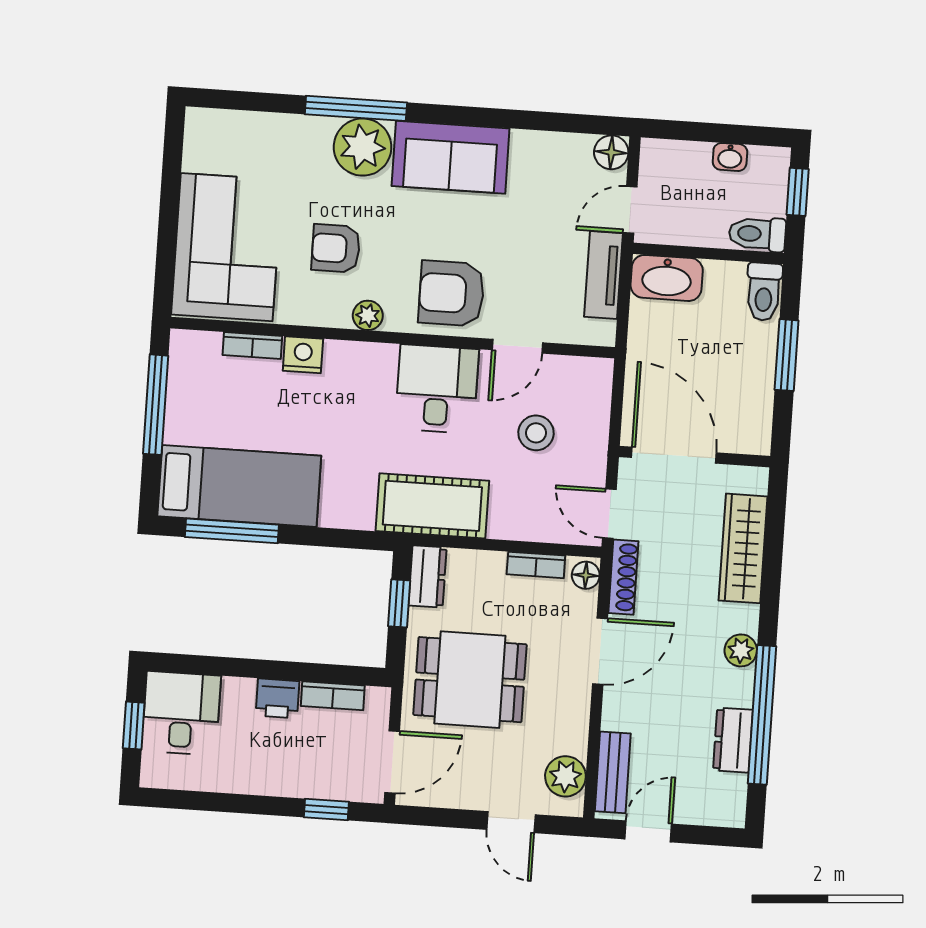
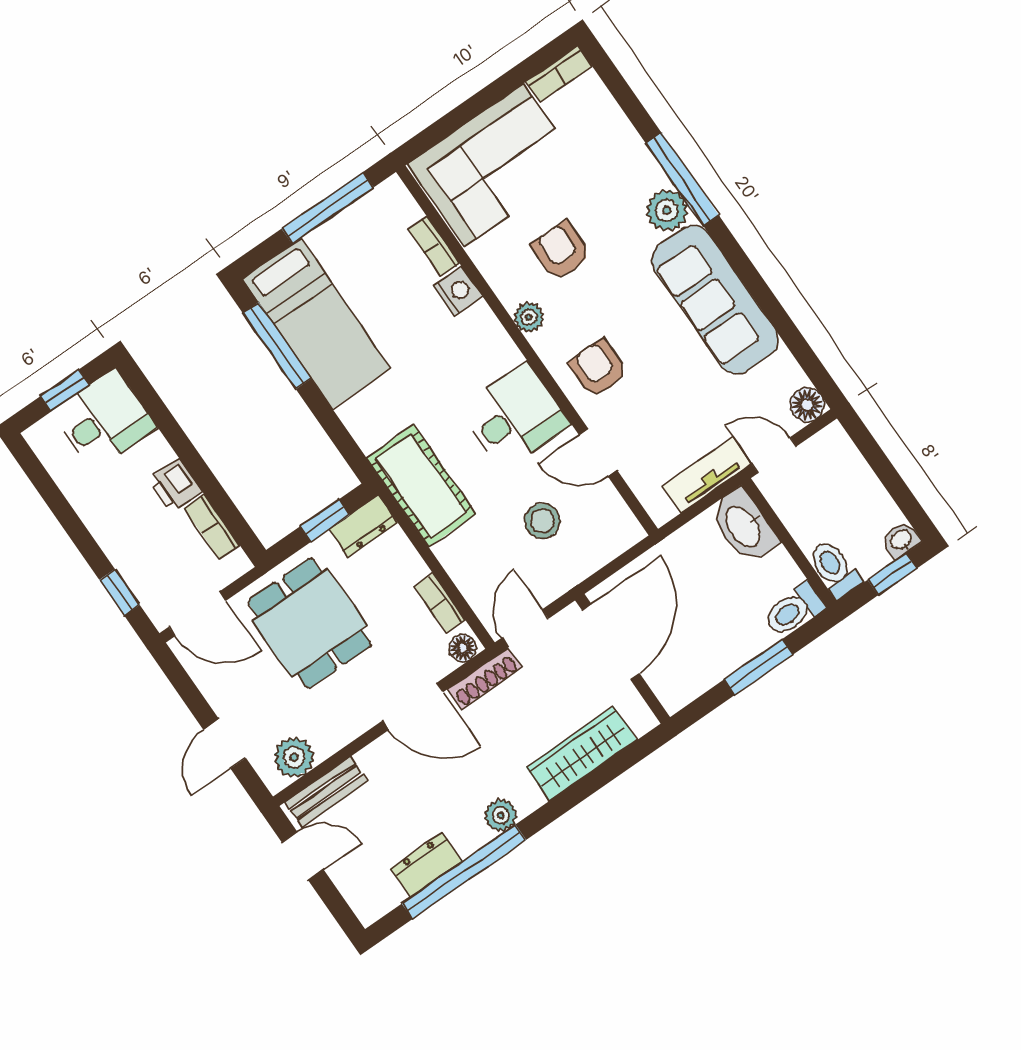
bookcase: (196, 139) -> (559, 74), added
plant: (363, 147) -> (667, 210), width x0.73, depth x0.73
sofa: (451, 157) -> (715, 300), width x1.36
washbasin: (730, 157) -> (901, 540), moved, turned 90
armchair: (452, 293) -> (598, 369), width x0.72, depth x0.72

